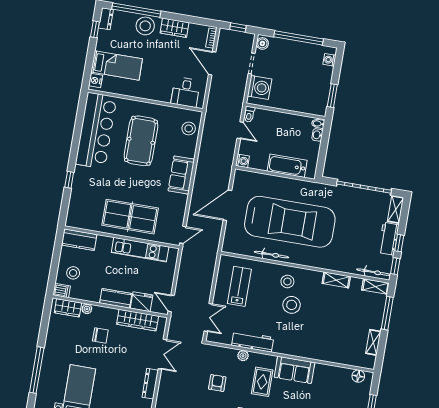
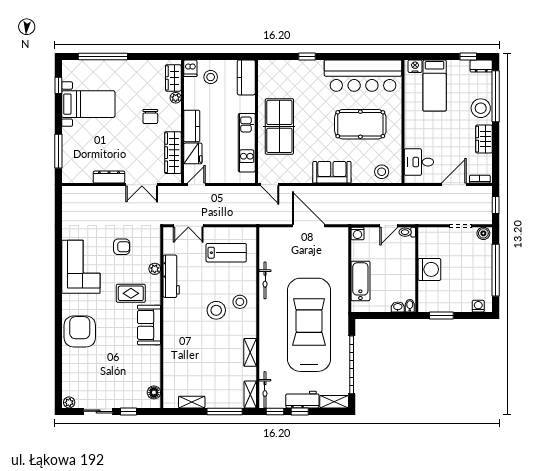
washing machine: (260, 88) -> (429, 269), moved, turned -90
car: (290, 222) -> (309, 325), moved, turned 180

